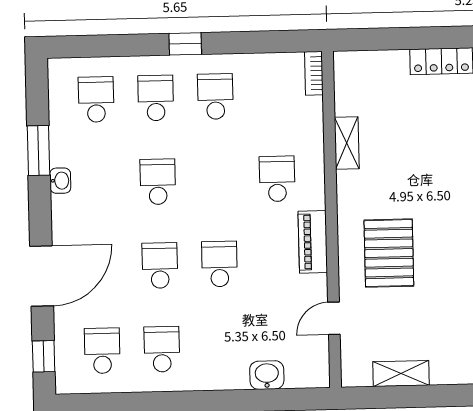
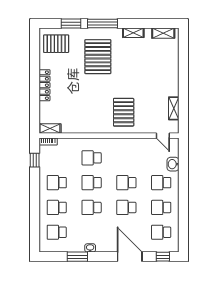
window: (185, 44) -> (35, 160), moved
shelving: (347, 143) -> (50, 129), moved
school desk: (217, 180) -> (92, 183), added
piano: (313, 242) -> (118, 144), removed
pallet: (389, 253) -> (124, 112), turned 90
door: (334, 318) -> (163, 136), moved
school desk: (222, 348) -> (161, 183), added

